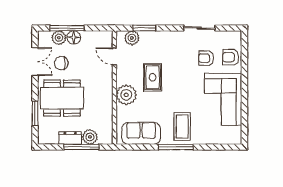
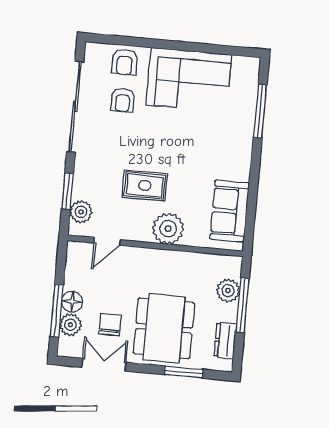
sliding door: (199, 28) -> (75, 107), width x1.86
chair: (61, 63) -> (110, 325), turned 180
coffee table: (182, 126) -> (225, 147), removed
dresser: (70, 138) -> (225, 341), moved
window: (176, 147) -> (260, 111), moved

